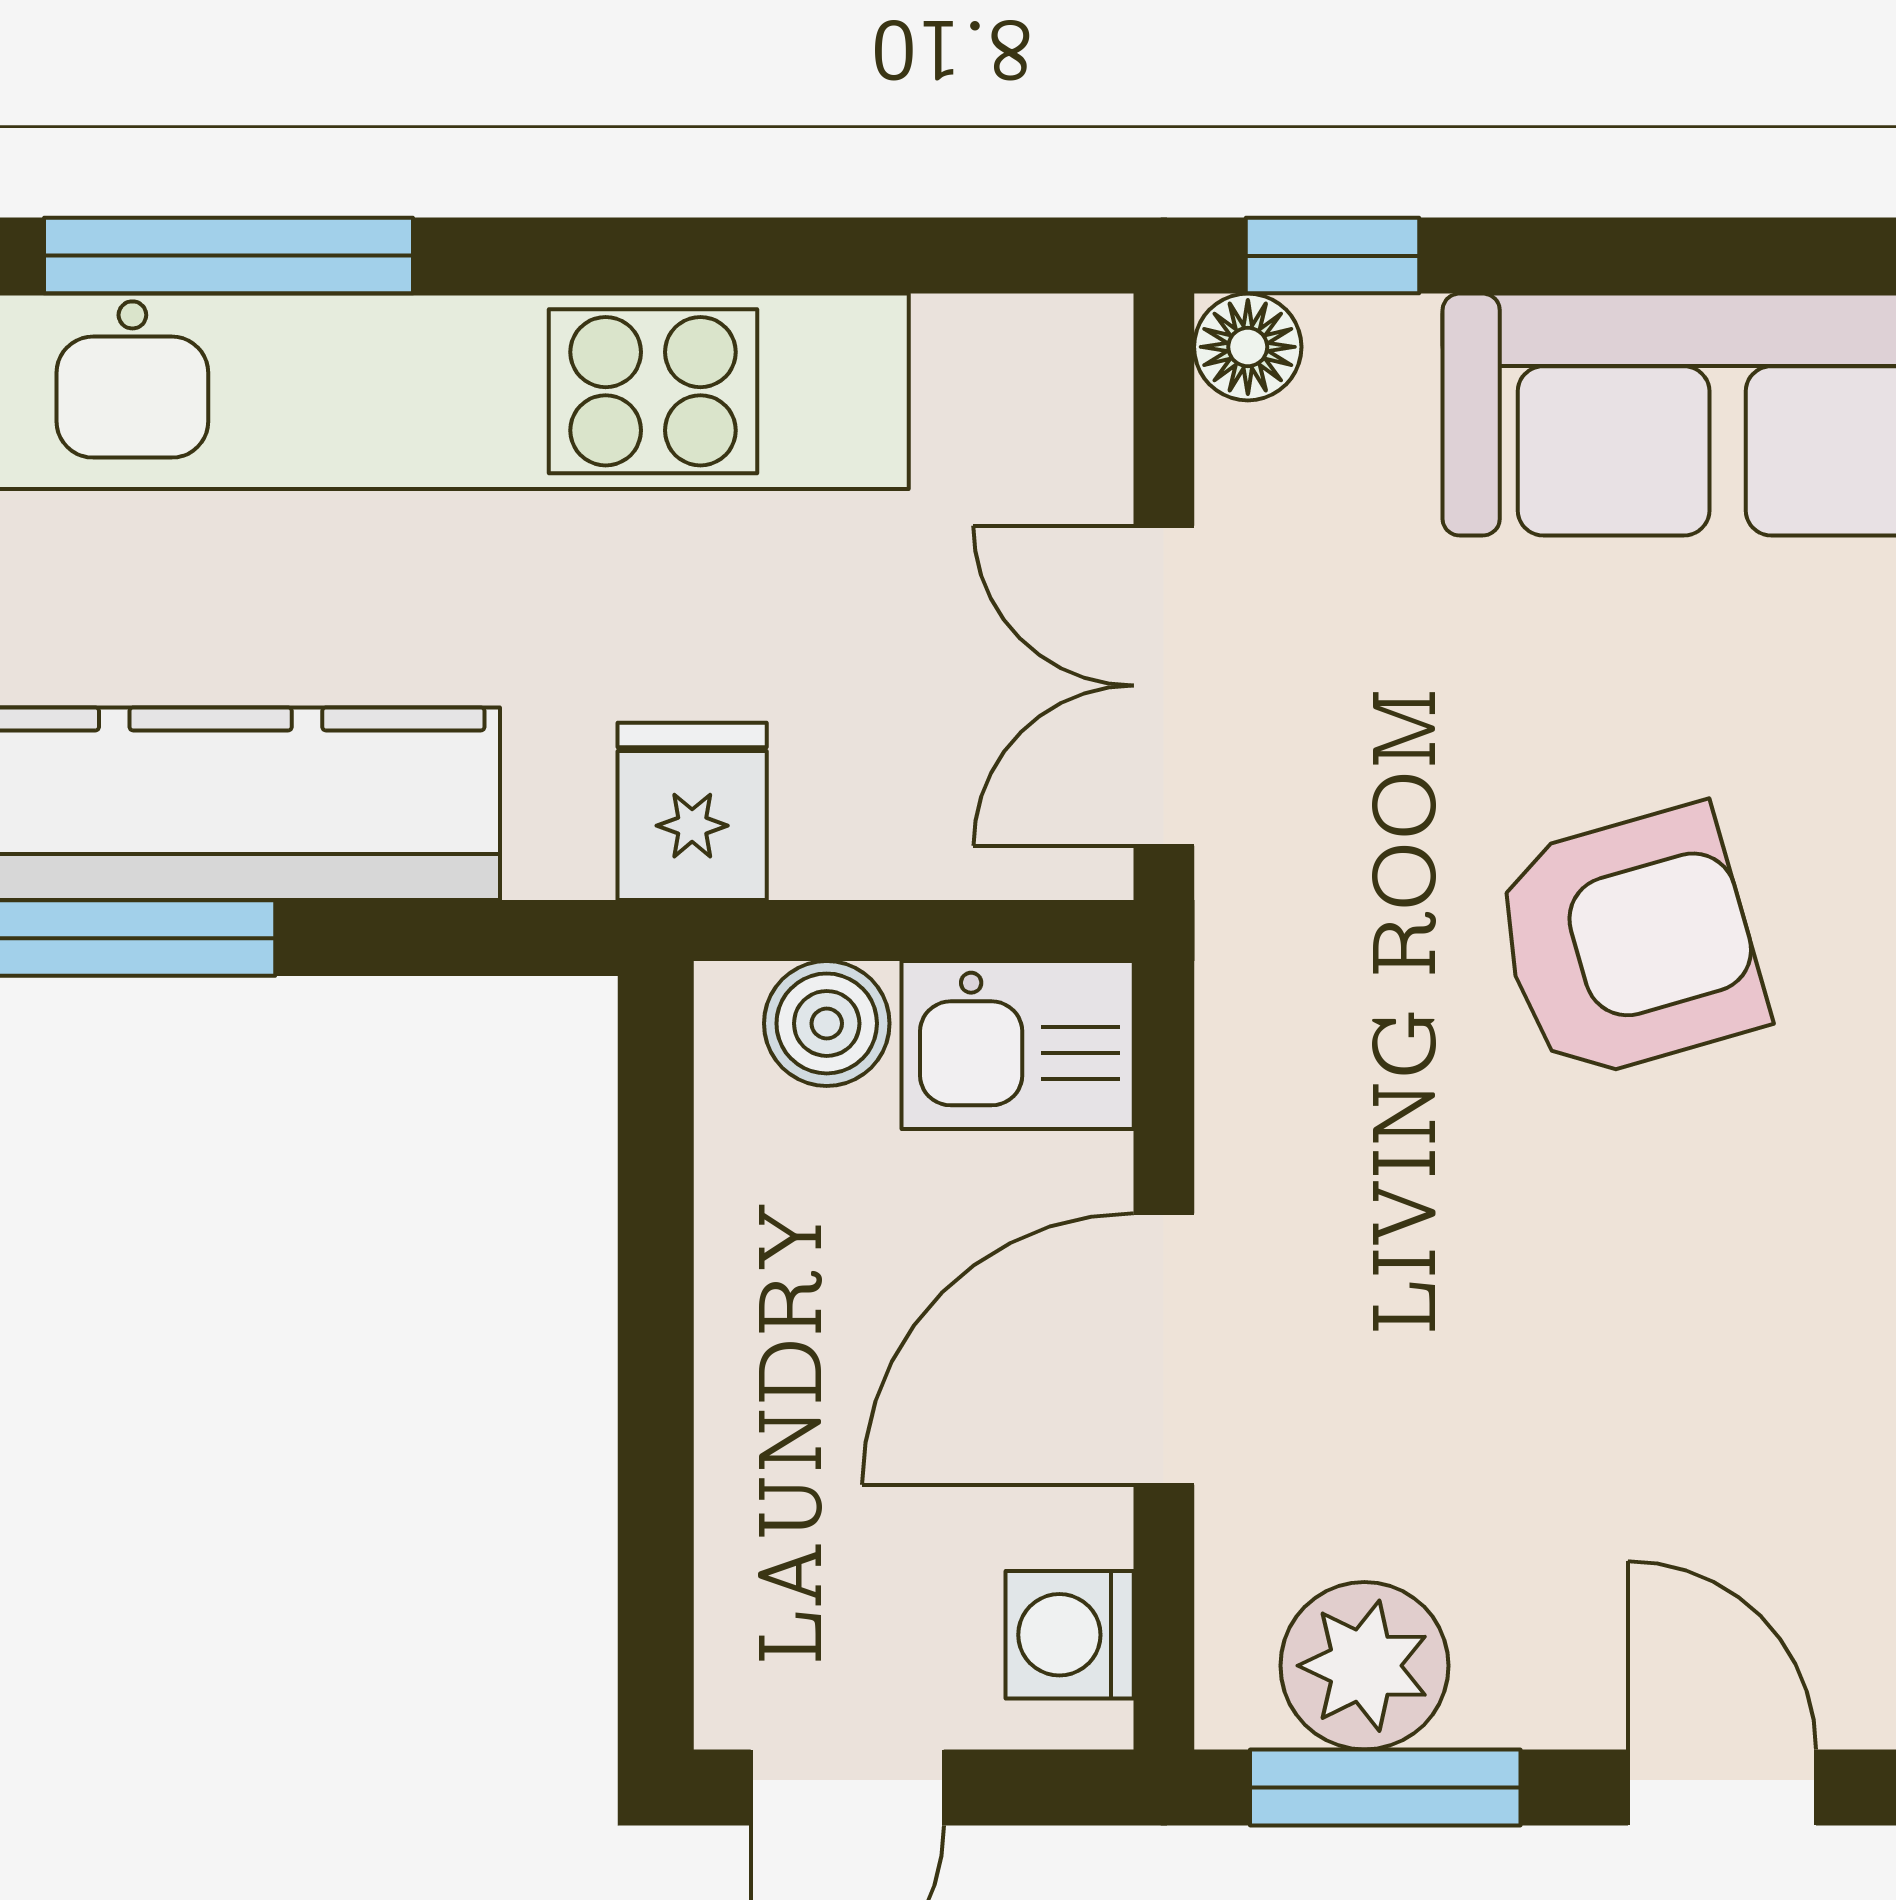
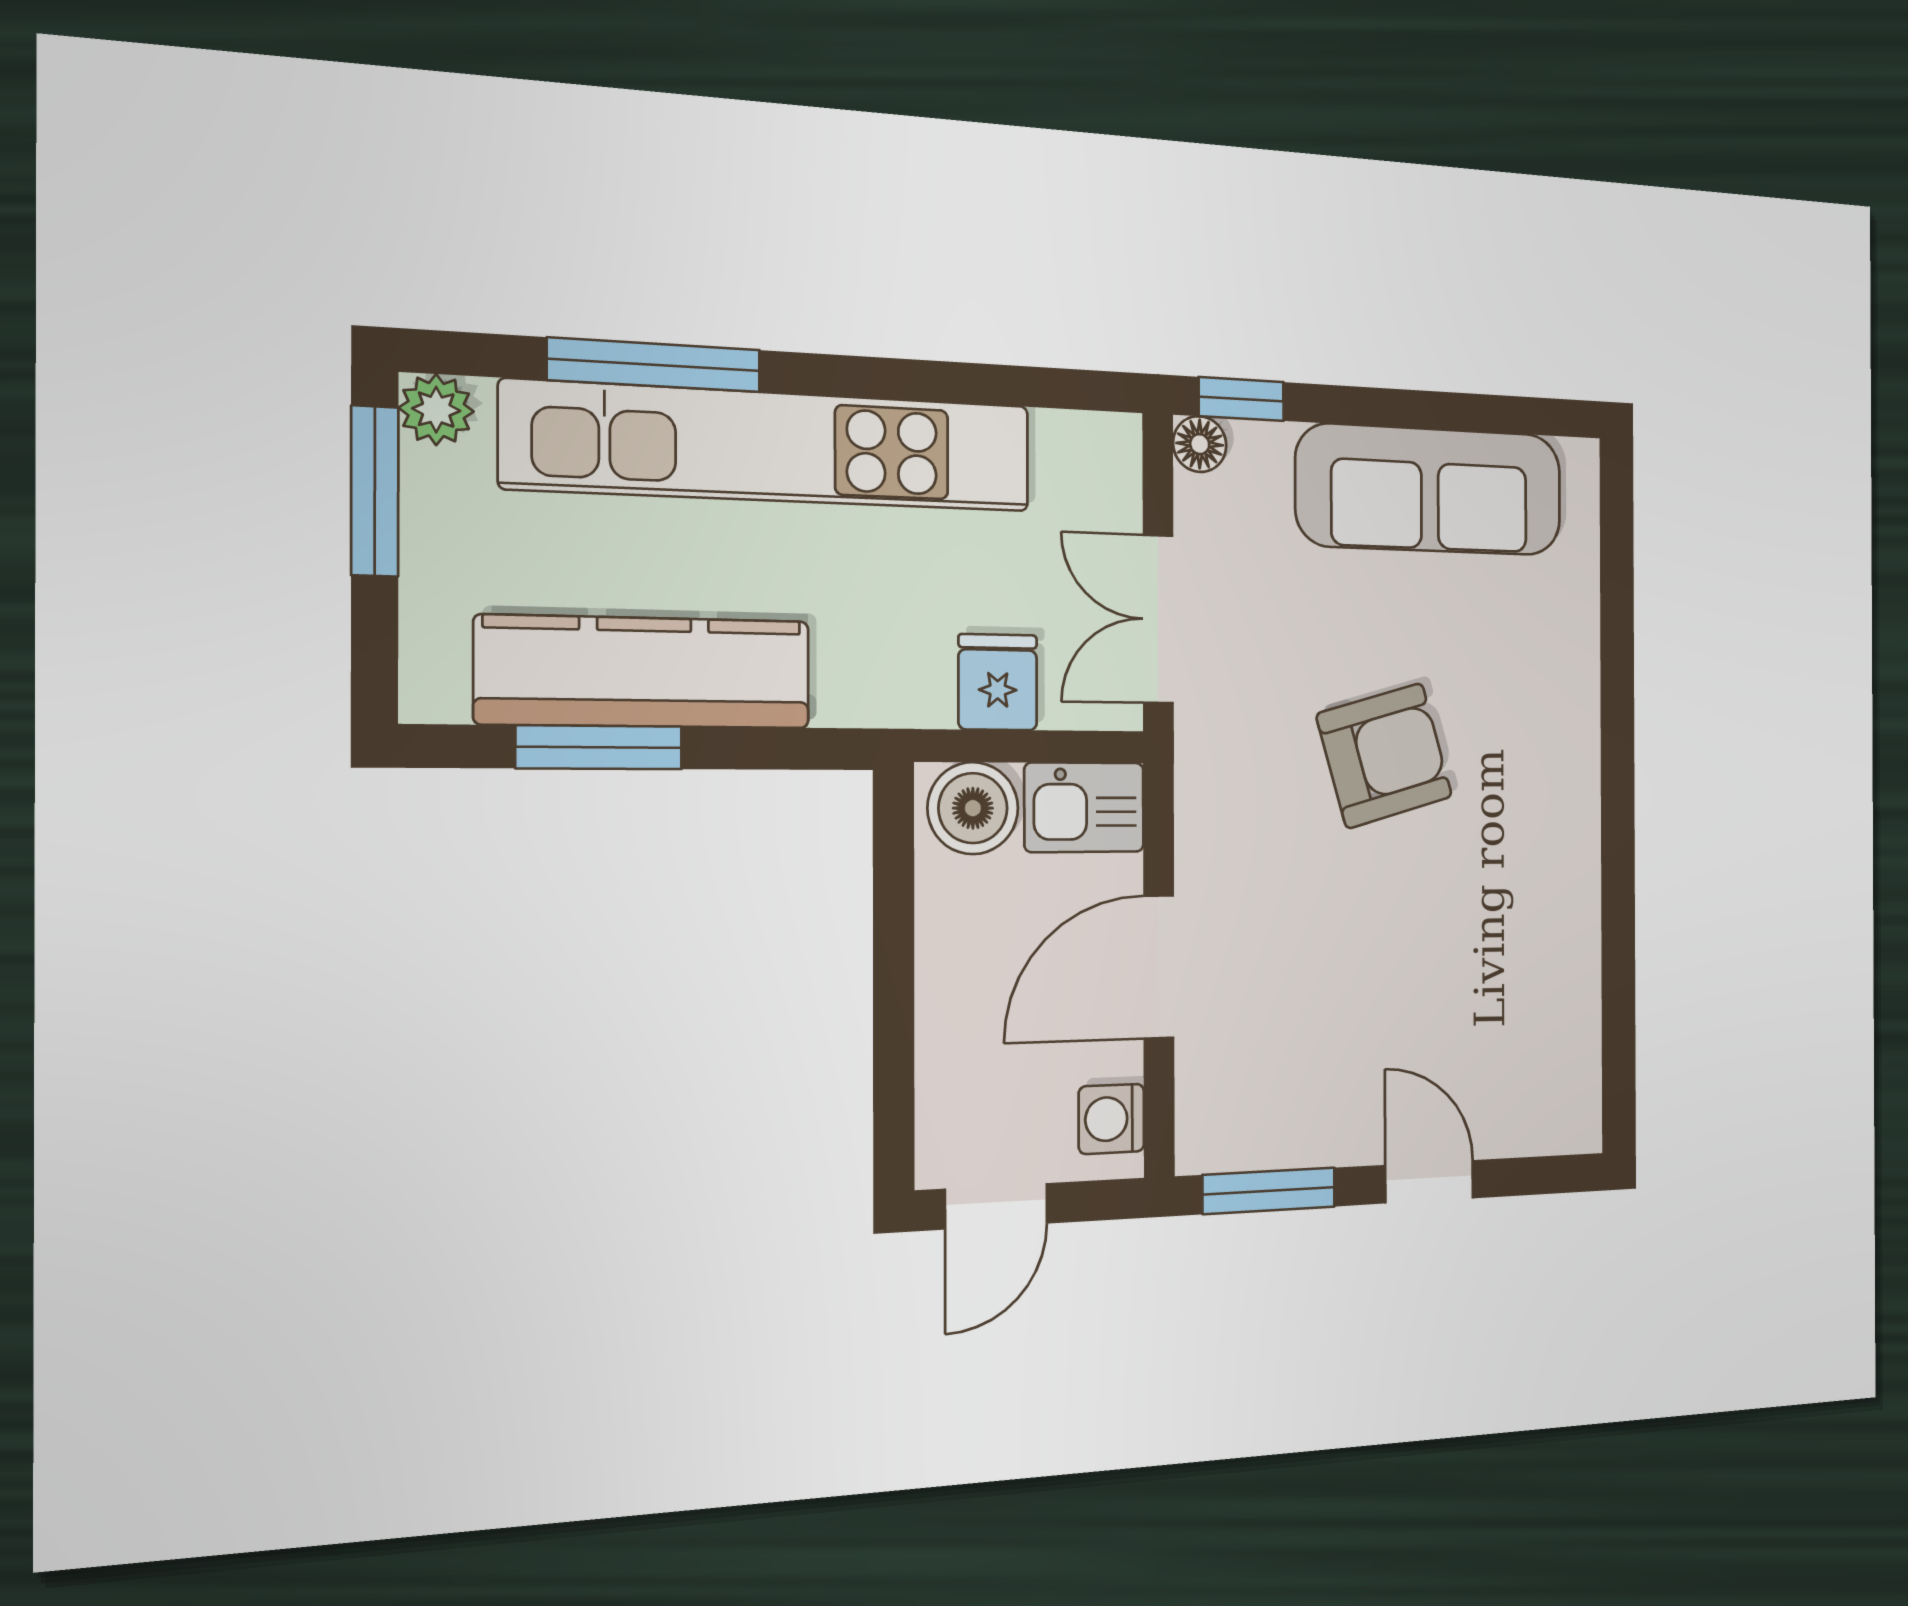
fridge: (692, 811) -> (998, 682), moved
boiler: (827, 1023) -> (973, 808), width x1.36, depth x1.36
plant: (1364, 1666) -> (1259, 1128), removed

